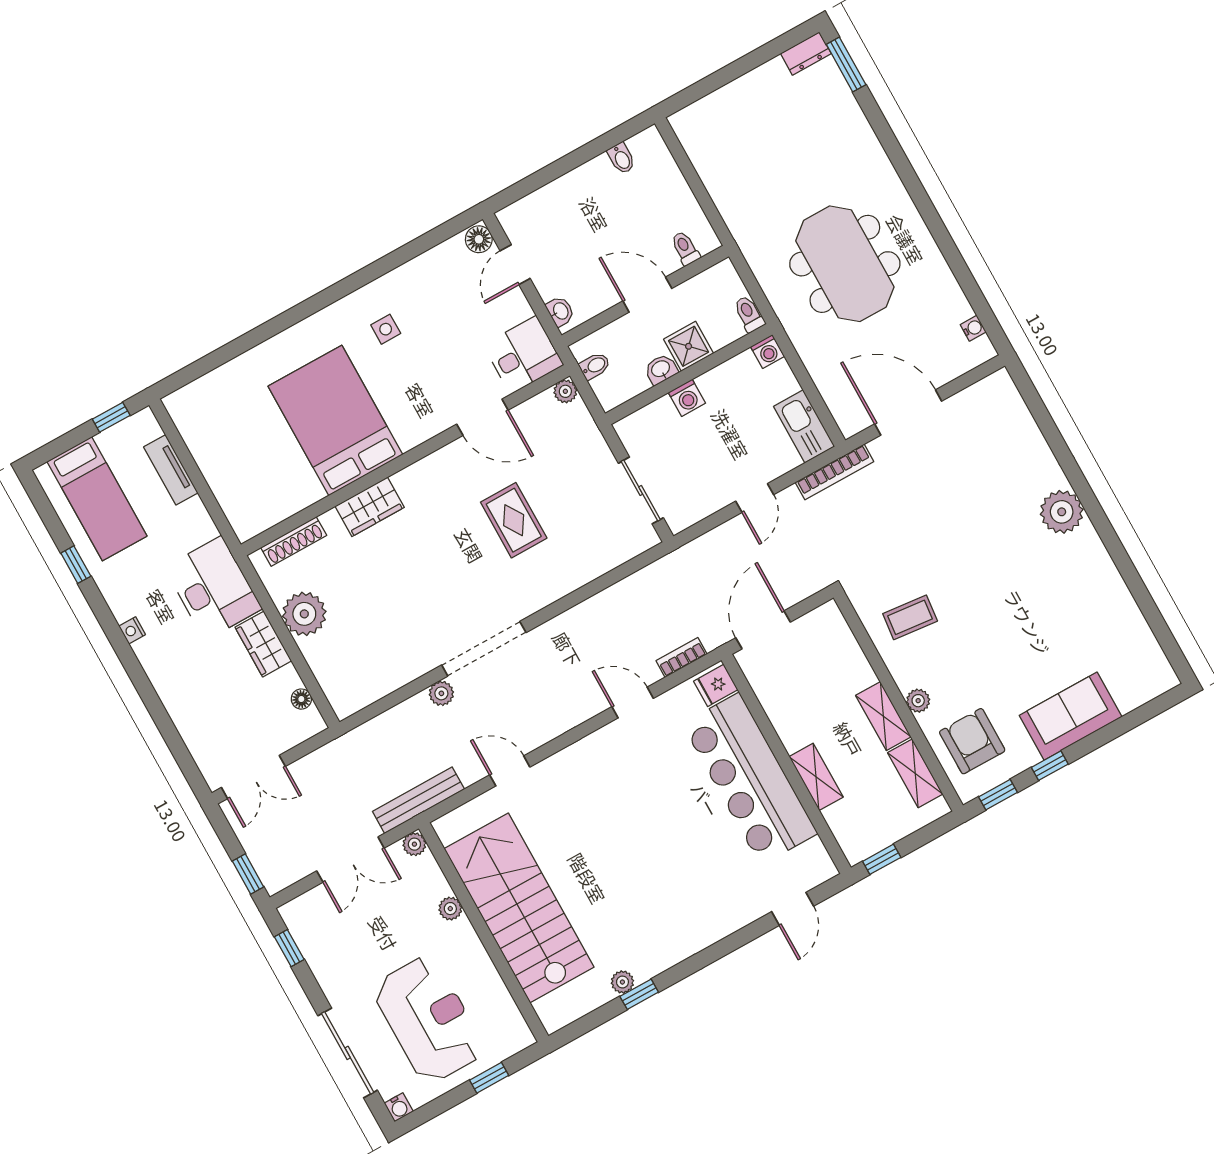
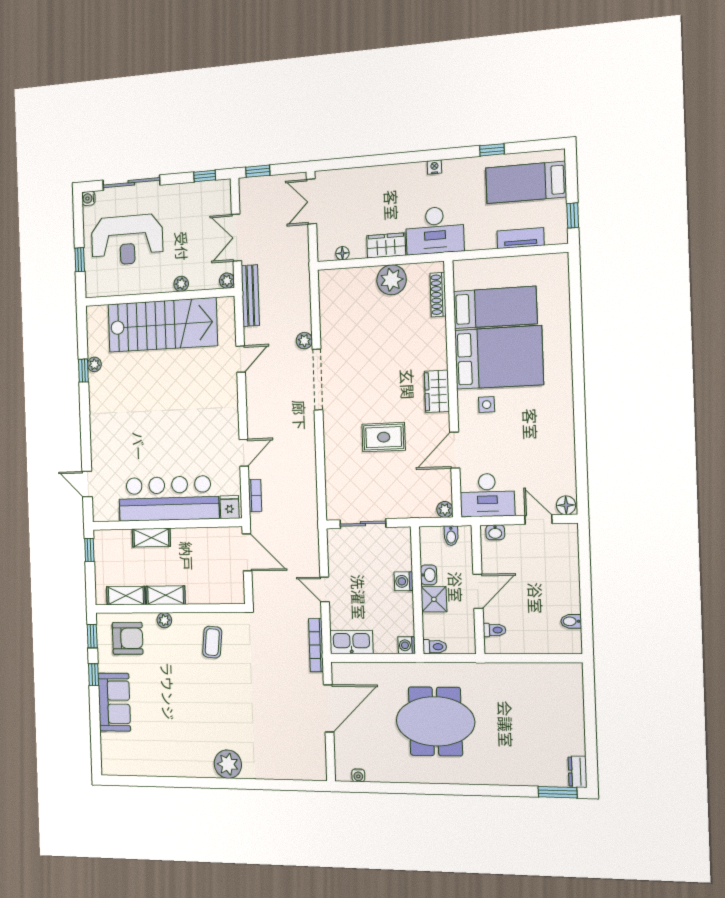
side table: (386, 329) -> (487, 405), moved
desk: (523, 355) -> (487, 495), width x1.37
bed: (274, 458) -> (495, 307), added
wardrobe: (370, 507) -> (437, 391), moved

